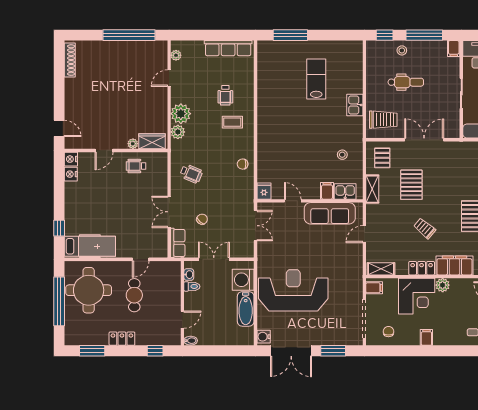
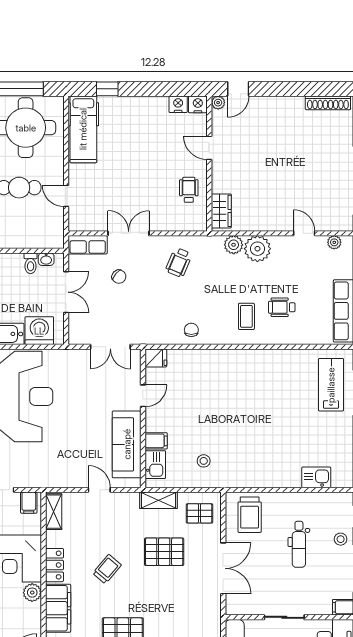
lab bench: (316, 79) -> (331, 385), moved, turned -90
kitchen sink: (355, 105) -> (316, 477), moved
plant: (133, 144) -> (218, 103), moved

